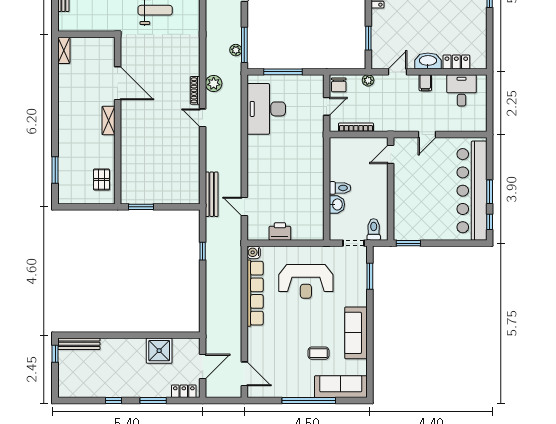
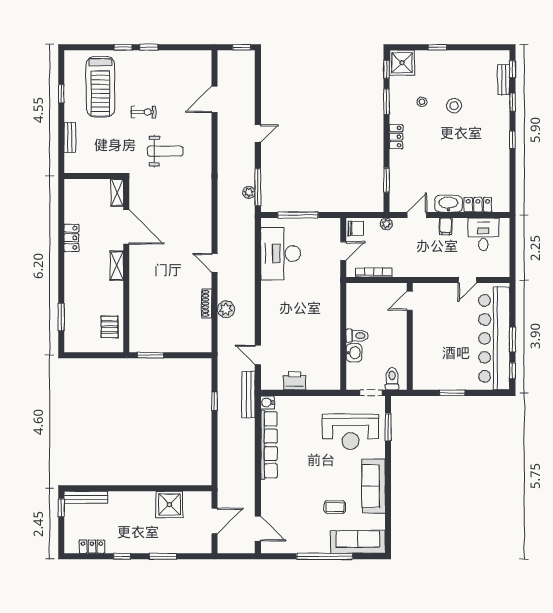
shelving: (64, 50) -> (117, 193), moved
plant: (214, 84) -> (226, 309), moved
chair: (339, 85) -> (356, 229), turned -90
shoe rack: (195, 90) -> (207, 303), moved
locker: (65, 94) -> (71, 238), added
door: (427, 134) -> (467, 280), moved
bench: (212, 194) -> (249, 395), moved
window: (408, 243) -> (452, 393), moved
reception desk: (306, 281) -> (350, 432), moved
locker: (184, 391) -> (92, 547), moved

